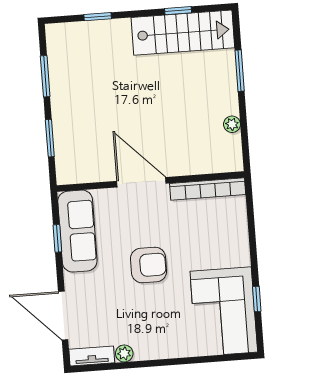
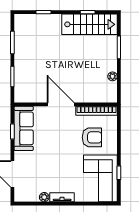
armchair: (149, 265) -> (92, 137), moved
tv unit: (92, 356) -> (62, 197), moved

